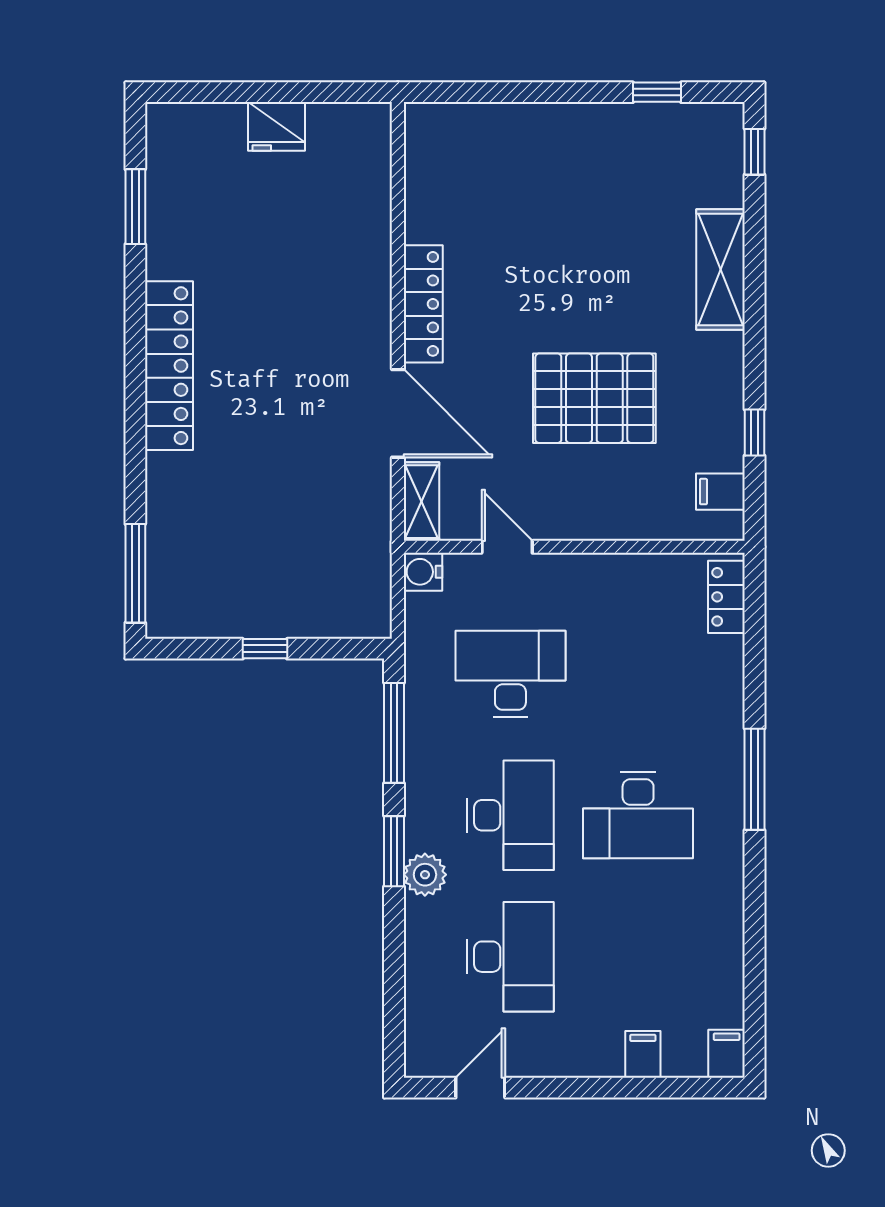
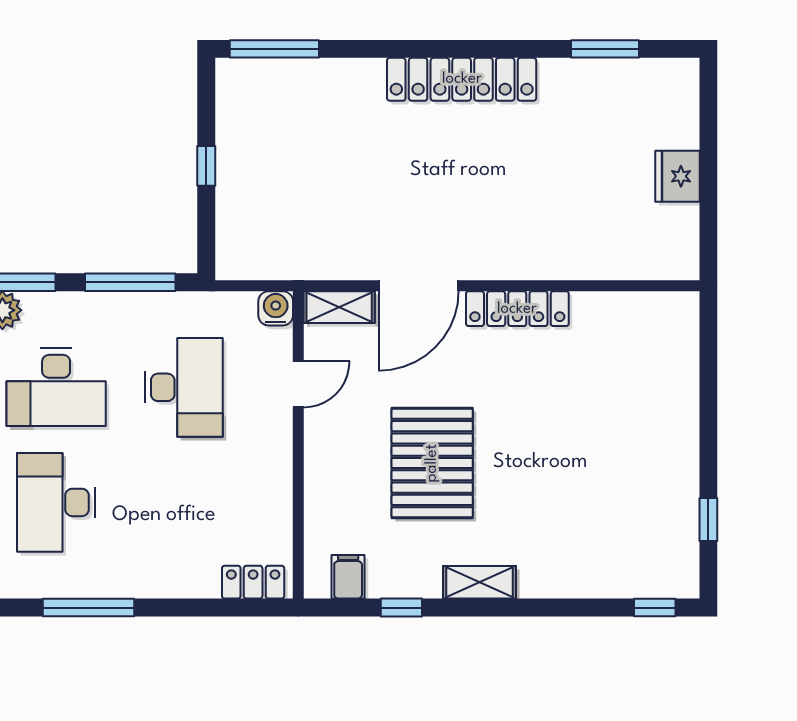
shelving: (721, 269) -> (480, 582), moved, width x0.67, depth x0.75

